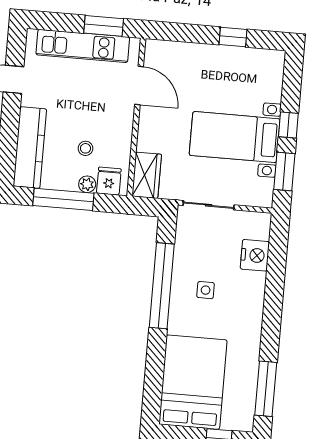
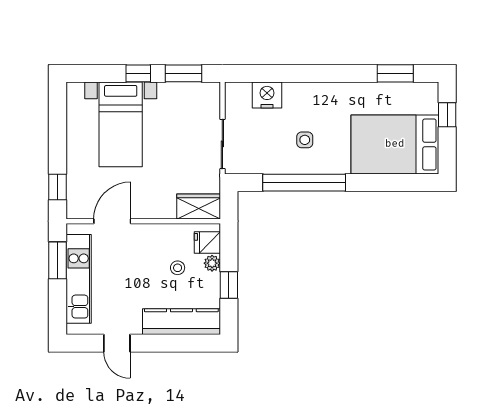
window: (233, 37) -> (58, 187), moved
bed with nightstands: (235, 137) -> (121, 124), moved
window: (63, 199) -> (229, 285), width x0.46
window: (266, 389) -> (395, 73), width x0.69

